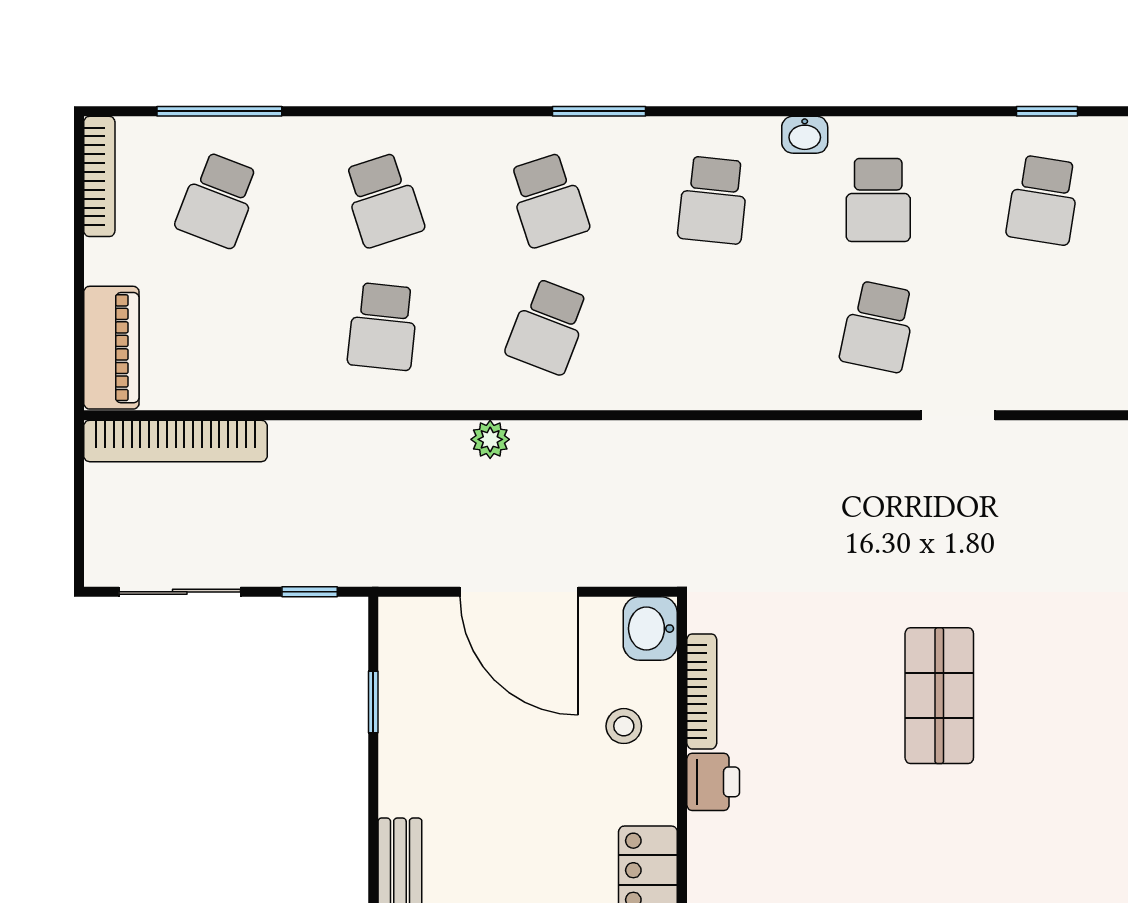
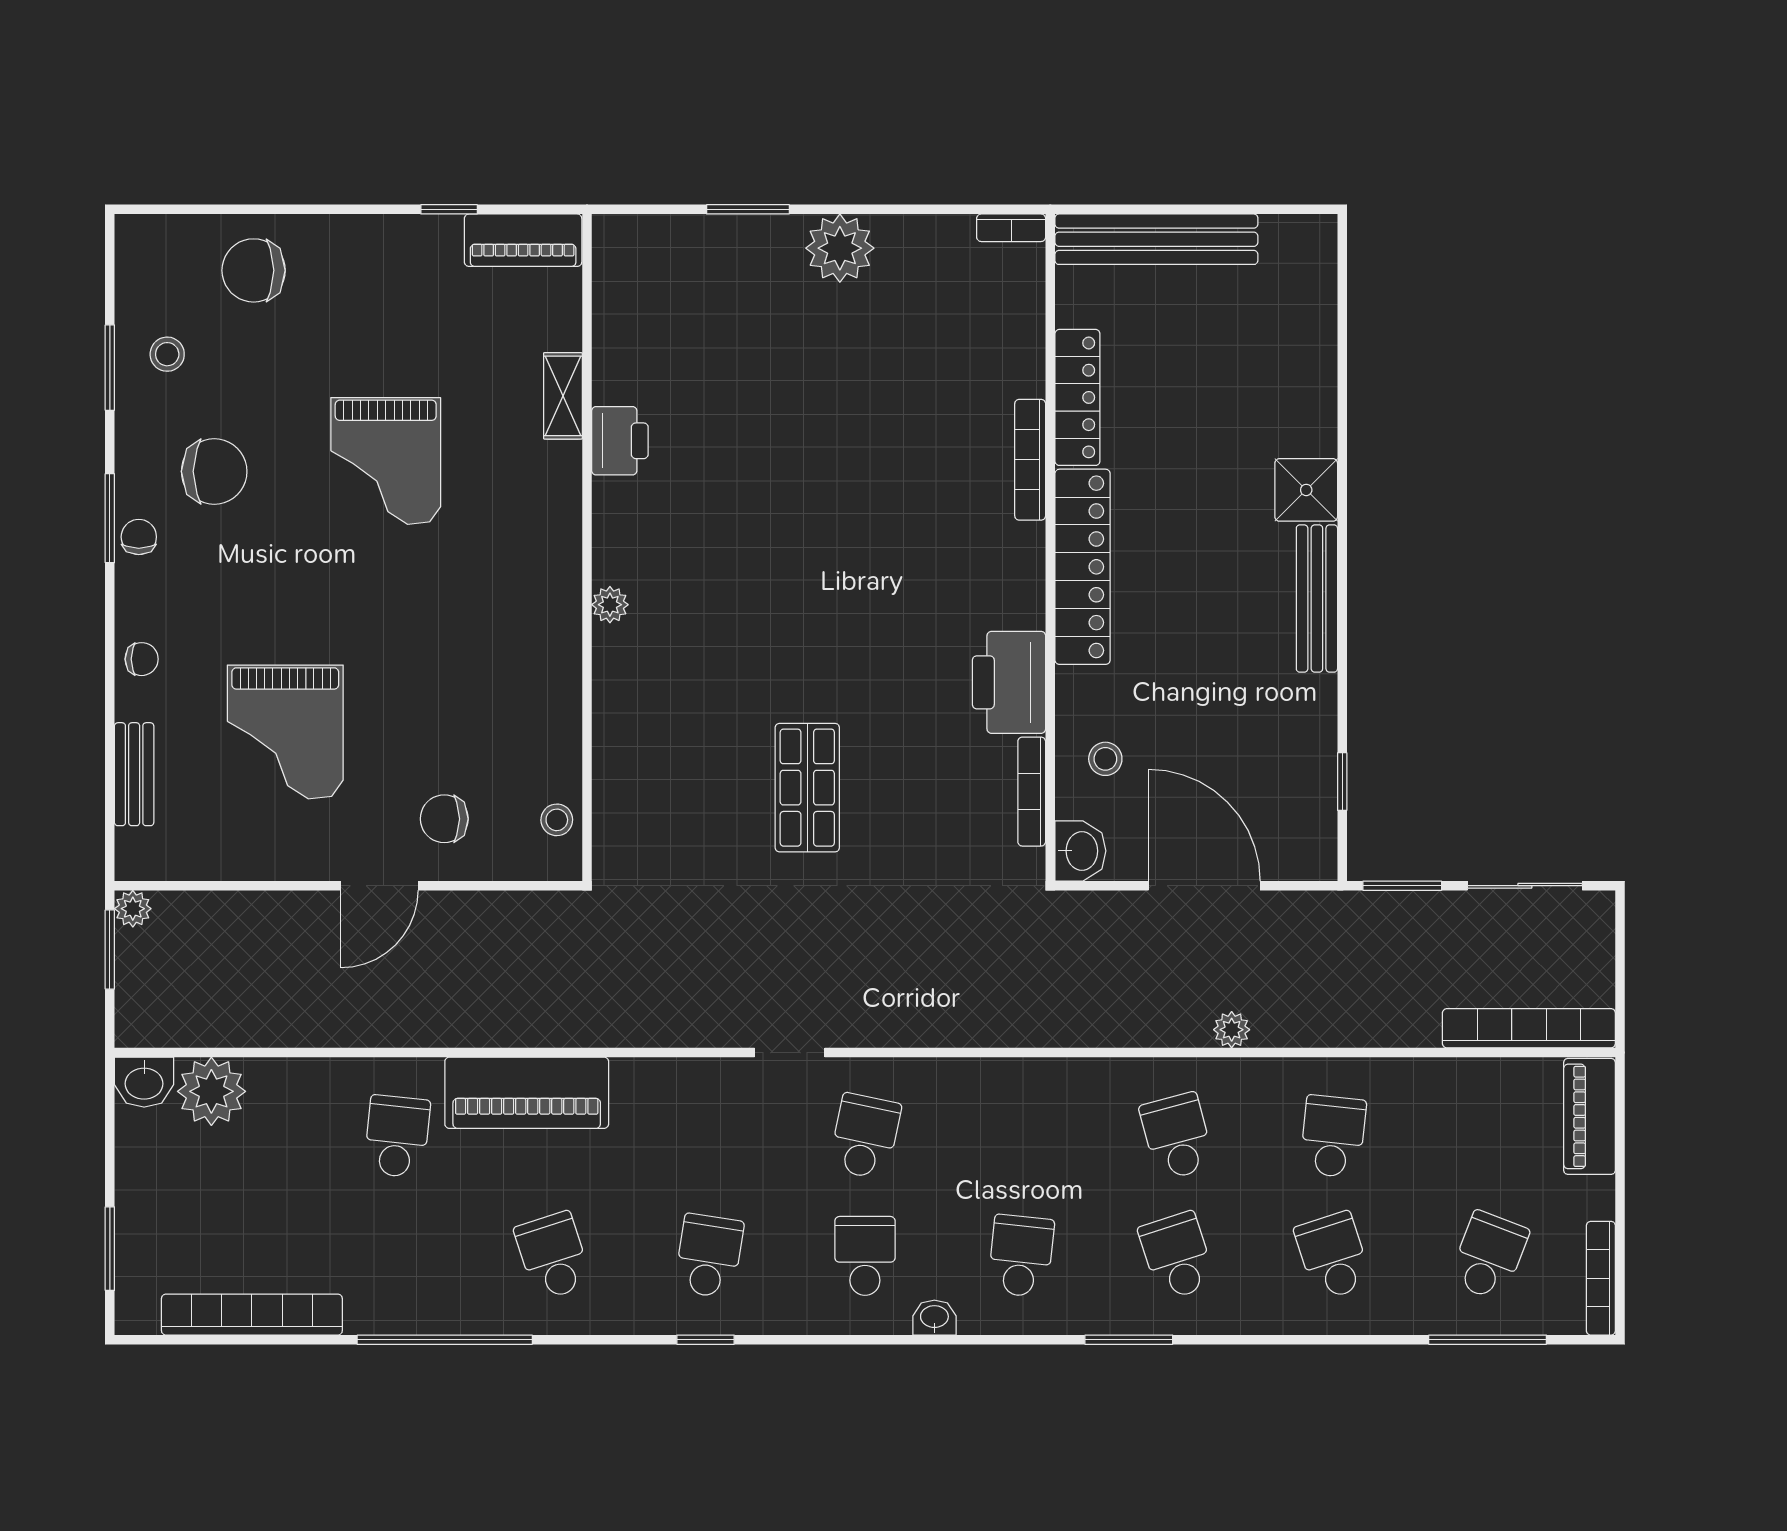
school desk: (548, 327) -> (1177, 1136), turned -36
window: (310, 592) -> (1402, 886), width x1.50
printer: (713, 782) -> (1009, 682), width x1.87, depth x1.48

